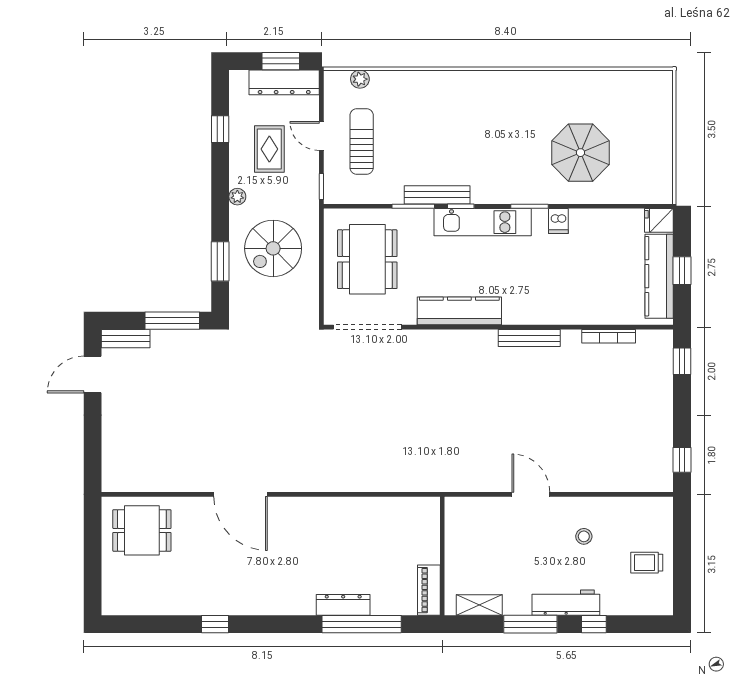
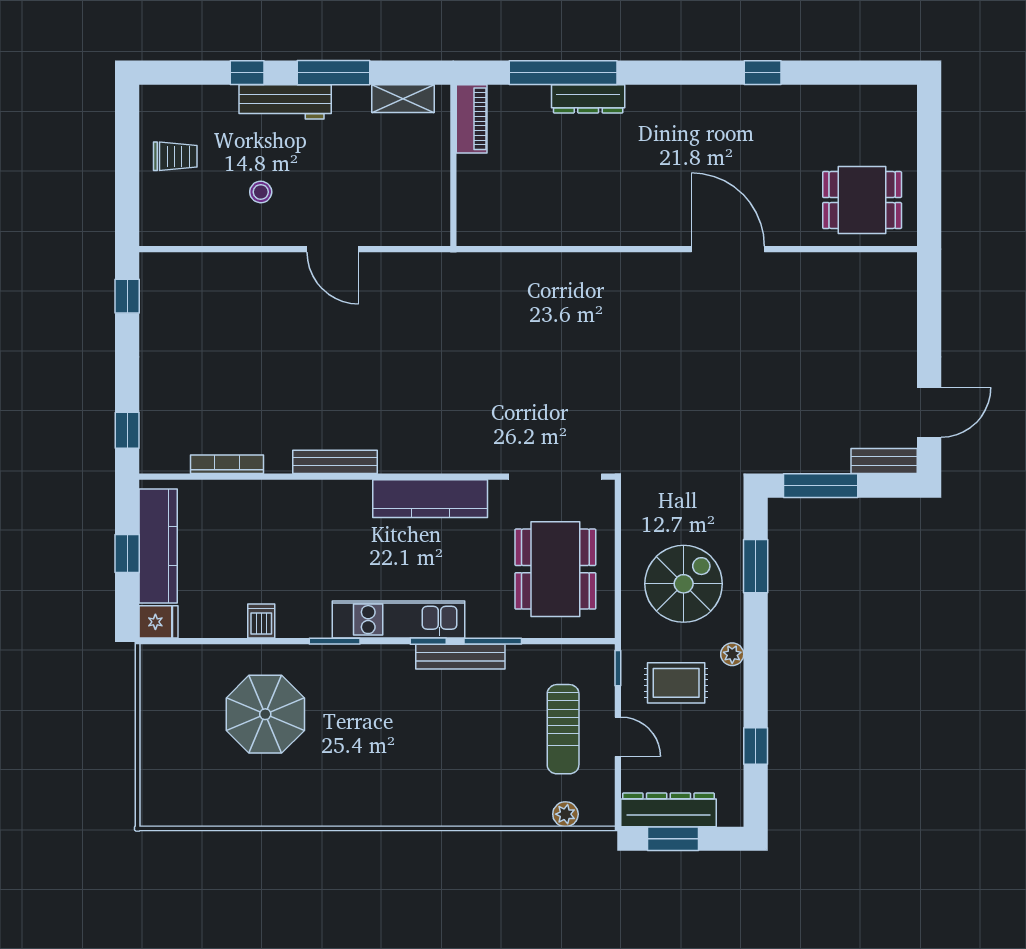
rug: (269, 149) -> (676, 683), moved, turned 90
dishwasher: (558, 221) -> (261, 621), moved

